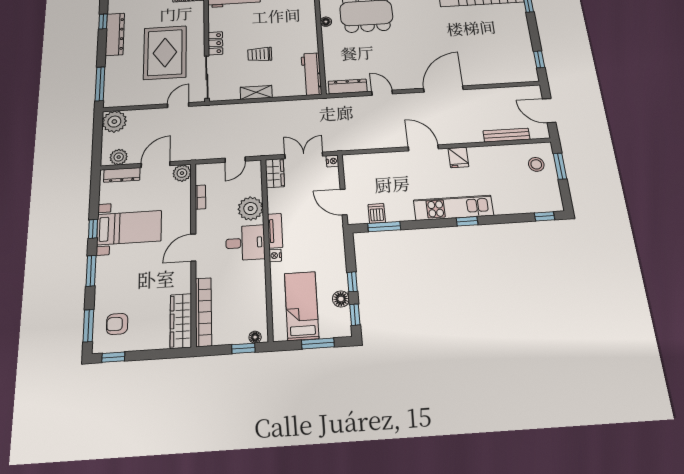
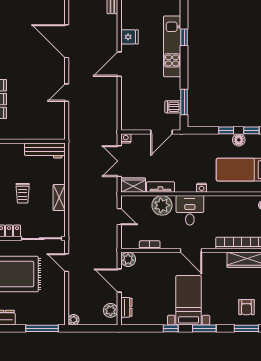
dresser: (348, 87) -> (59, 121), removed
plant: (114, 122) -> (74, 320), width x0.53, depth x0.53
dresser: (122, 175) -> (126, 307), width x0.70
bed with nightstands: (129, 228) -> (189, 300), moved
tv unit: (275, 231) -> (160, 187), moved

